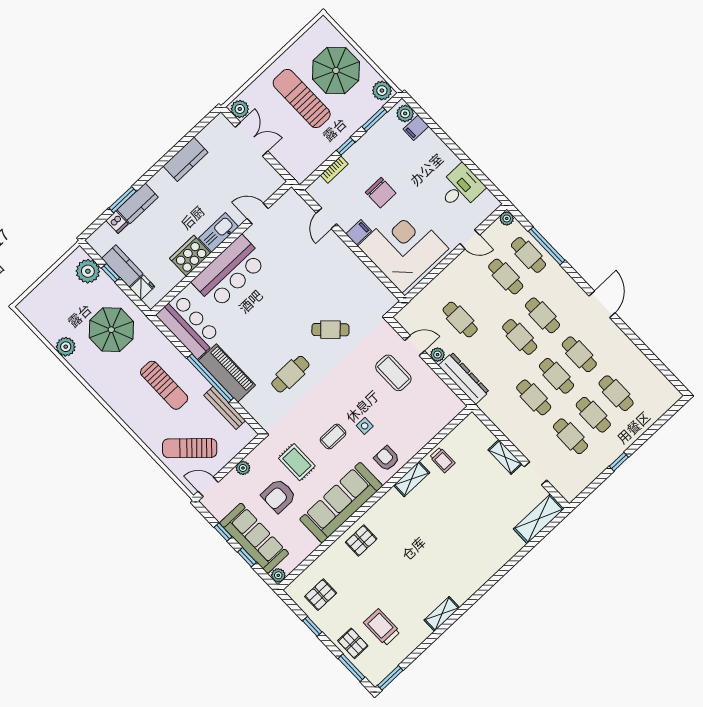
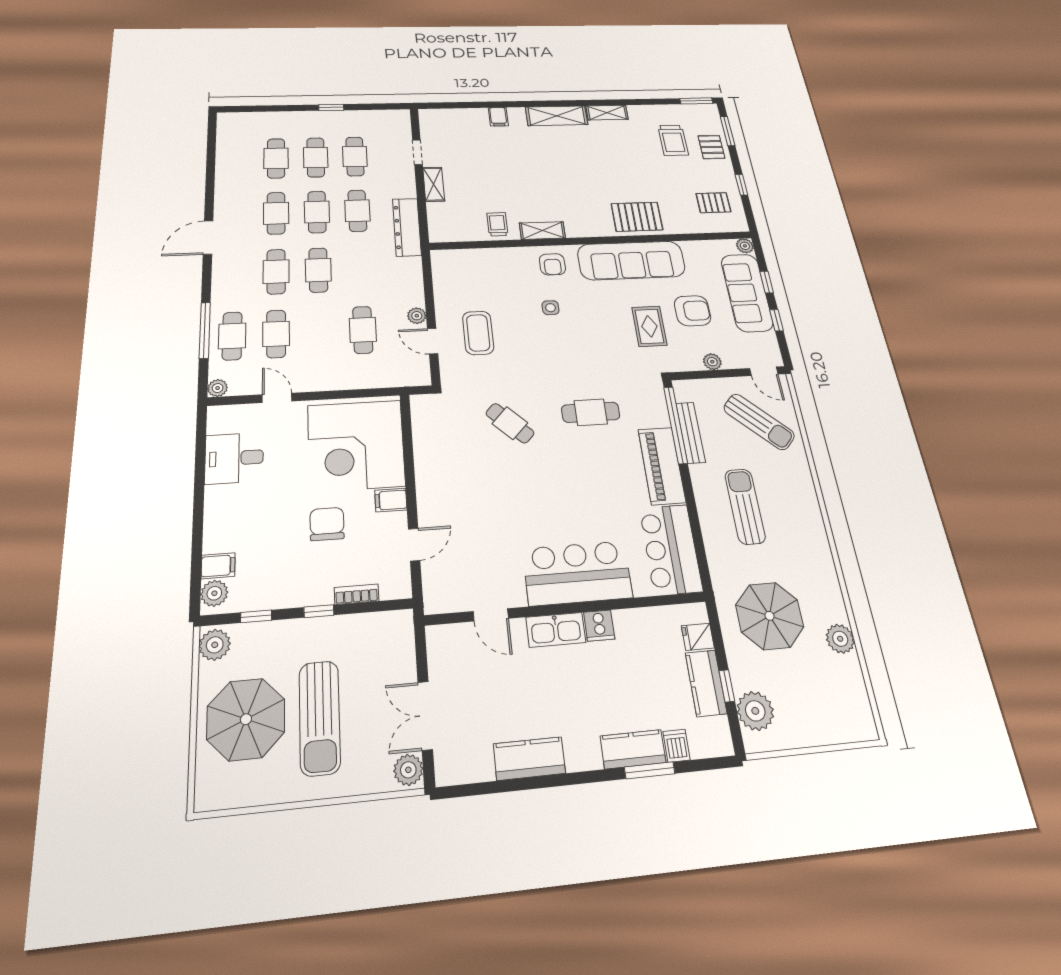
window: (374, 119) -> (256, 616), width x0.67
cooker: (190, 256) -> (599, 626), width x0.53, depth x0.76
window: (210, 378) -> (676, 425), moved
dresser: (464, 378) -> (407, 227), moved
coffee table: (333, 437) -> (592, 322), removed
shelving: (539, 519) -> (557, 116), moved
pallet: (361, 541) -> (637, 217), width x1.50, depth x1.42
filing cabinet: (509, 547) -> (498, 117), added

